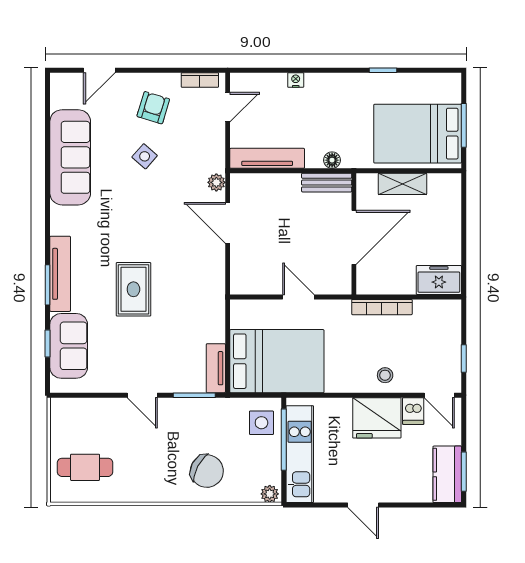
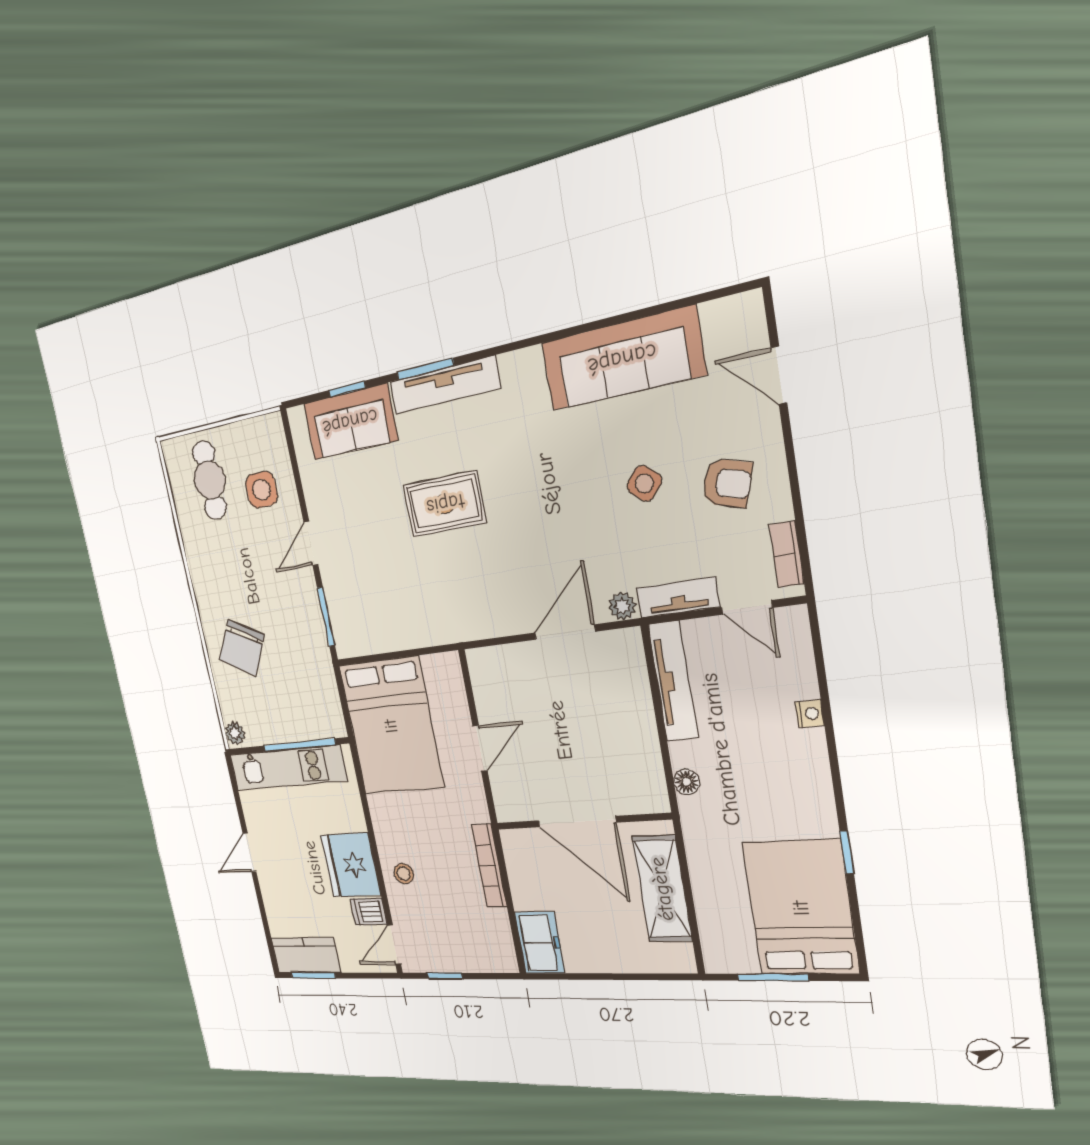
bed: (418, 134) -> (801, 908), moved
bench: (327, 183) -> (651, 776), removed
shelving: (402, 184) -> (662, 889), width x1.50, depth x1.33
tv unit: (216, 368) -> (678, 597), moved
side table: (261, 423) -> (262, 490), moved

